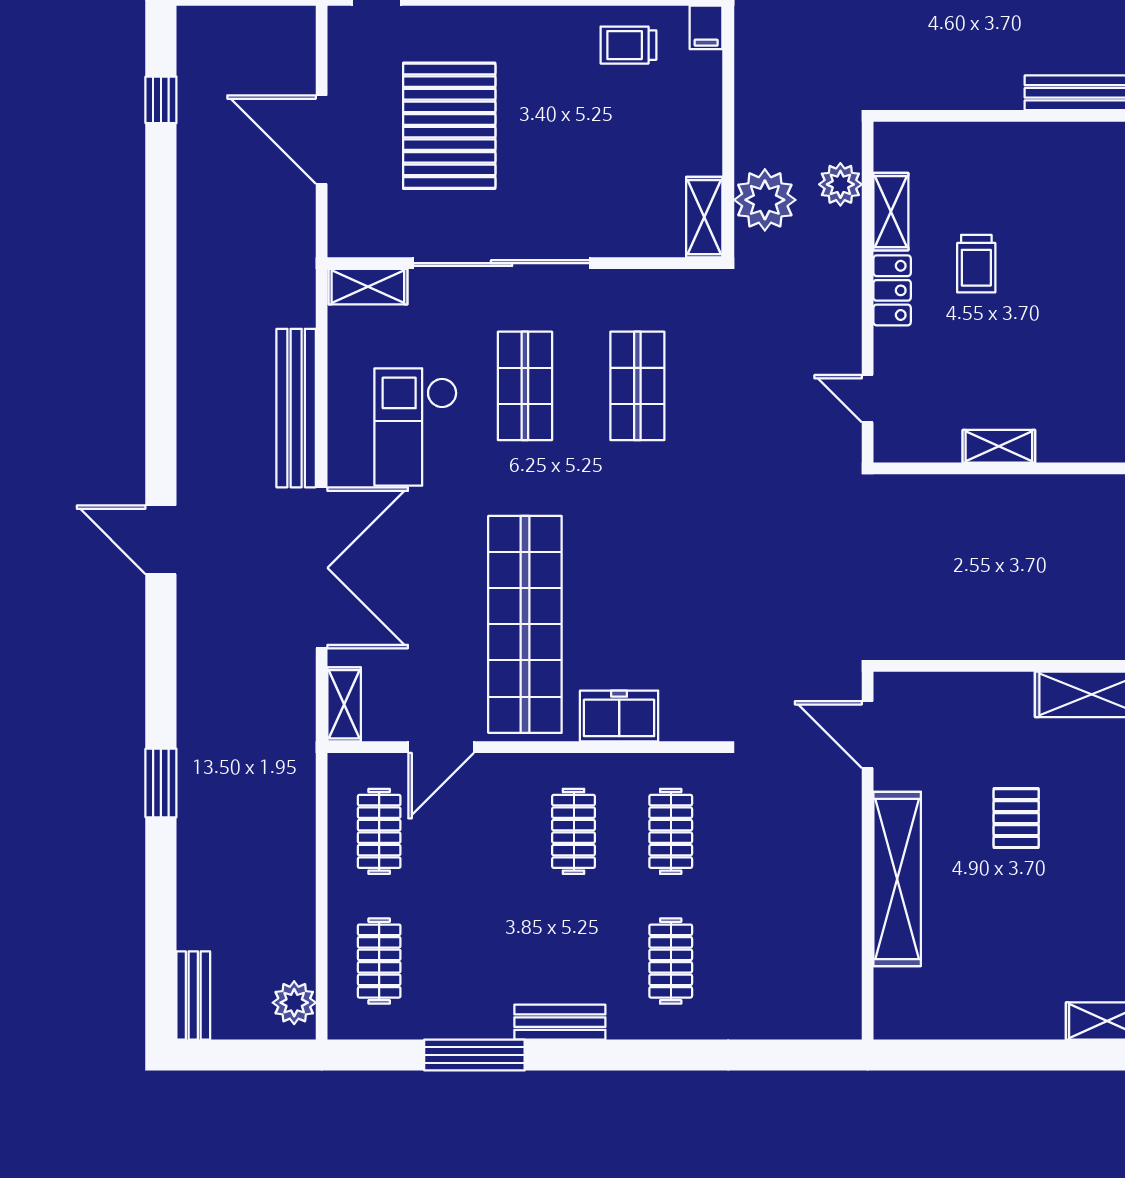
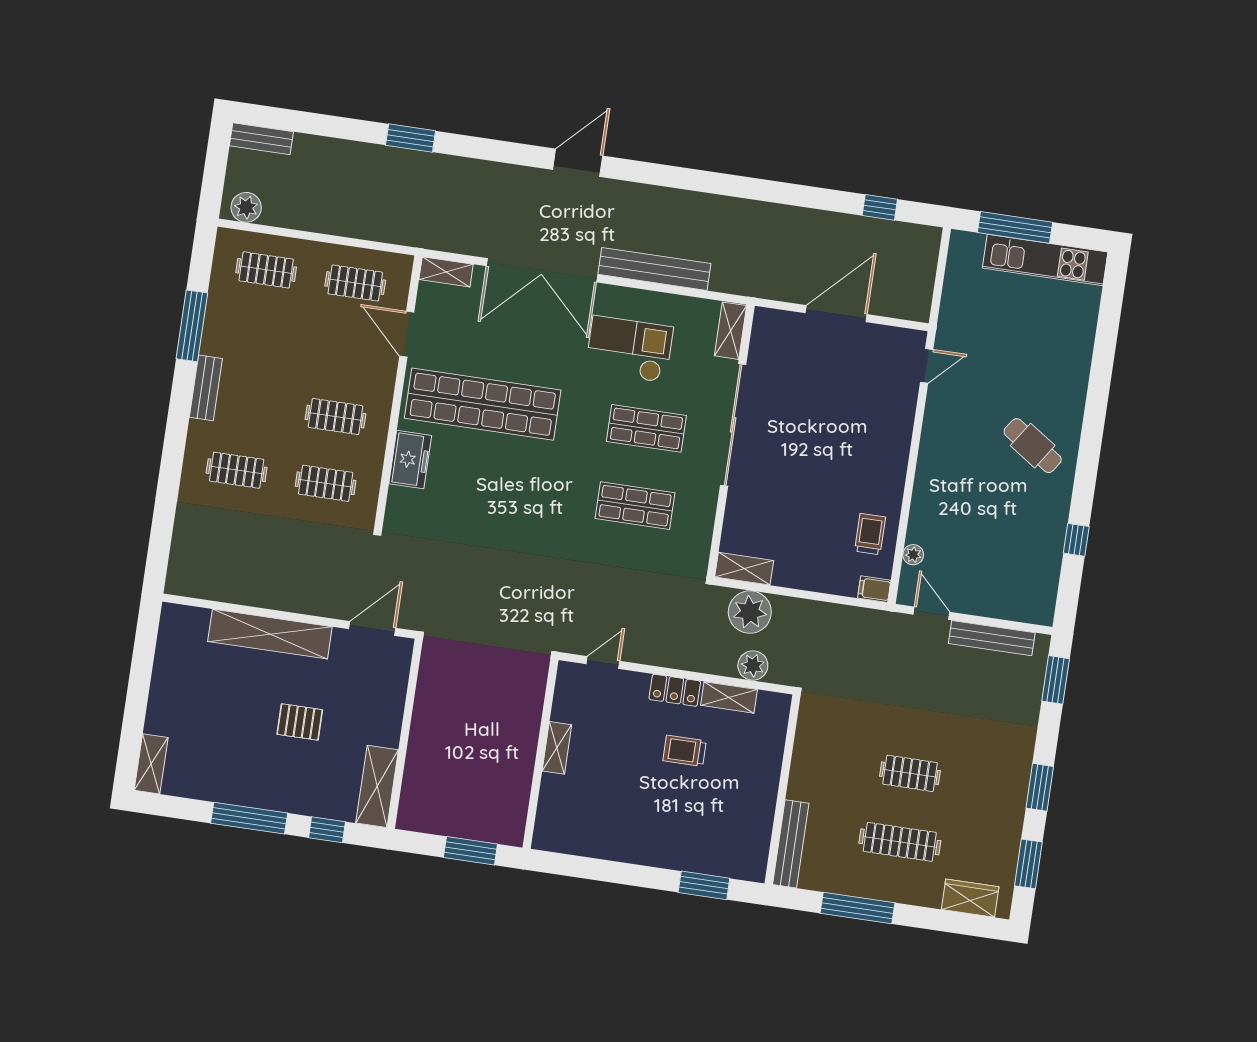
pallet: (449, 126) -> (833, 403), removed

